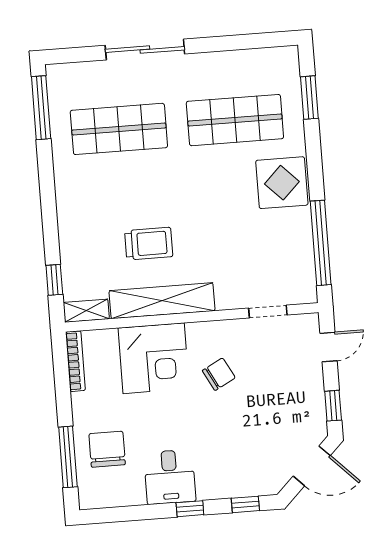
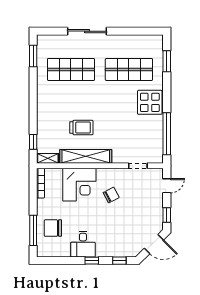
window: (41, 108) -> (33, 56), width x0.69
chair: (107, 449) -> (53, 228), turned -90

